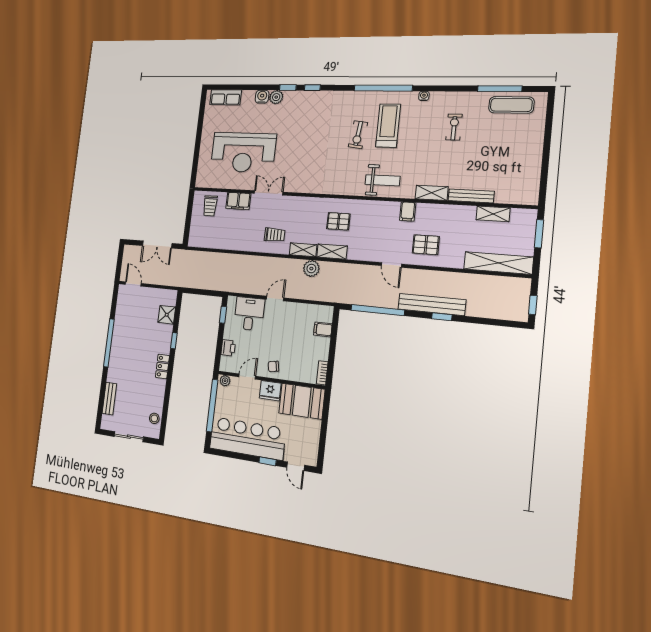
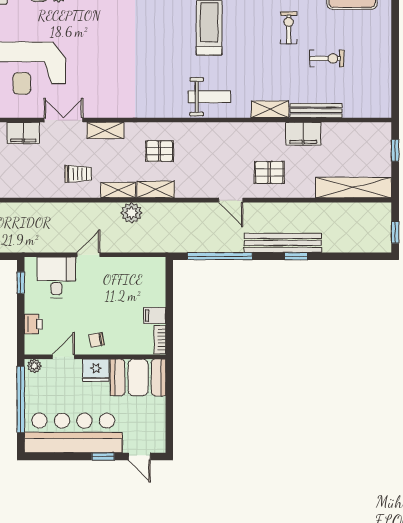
exercise bike: (358, 135) -> (327, 58), moved, turned -97
filing cabinet: (408, 212) -> (303, 134), moved, width x2.00
shelving: (493, 214) -> (105, 130), moved
window: (539, 234) -> (395, 150), width x0.67
filing cabinet: (323, 329) -> (155, 316), moved

